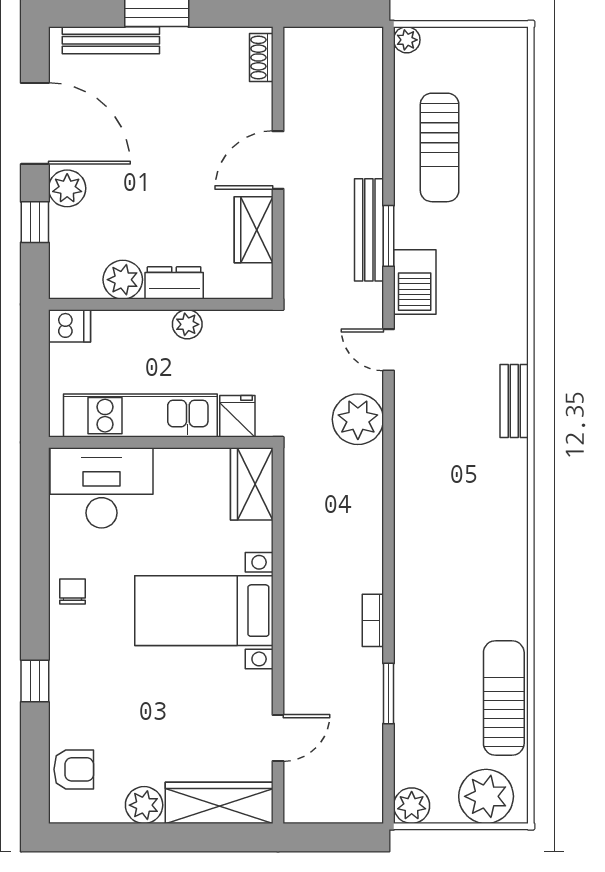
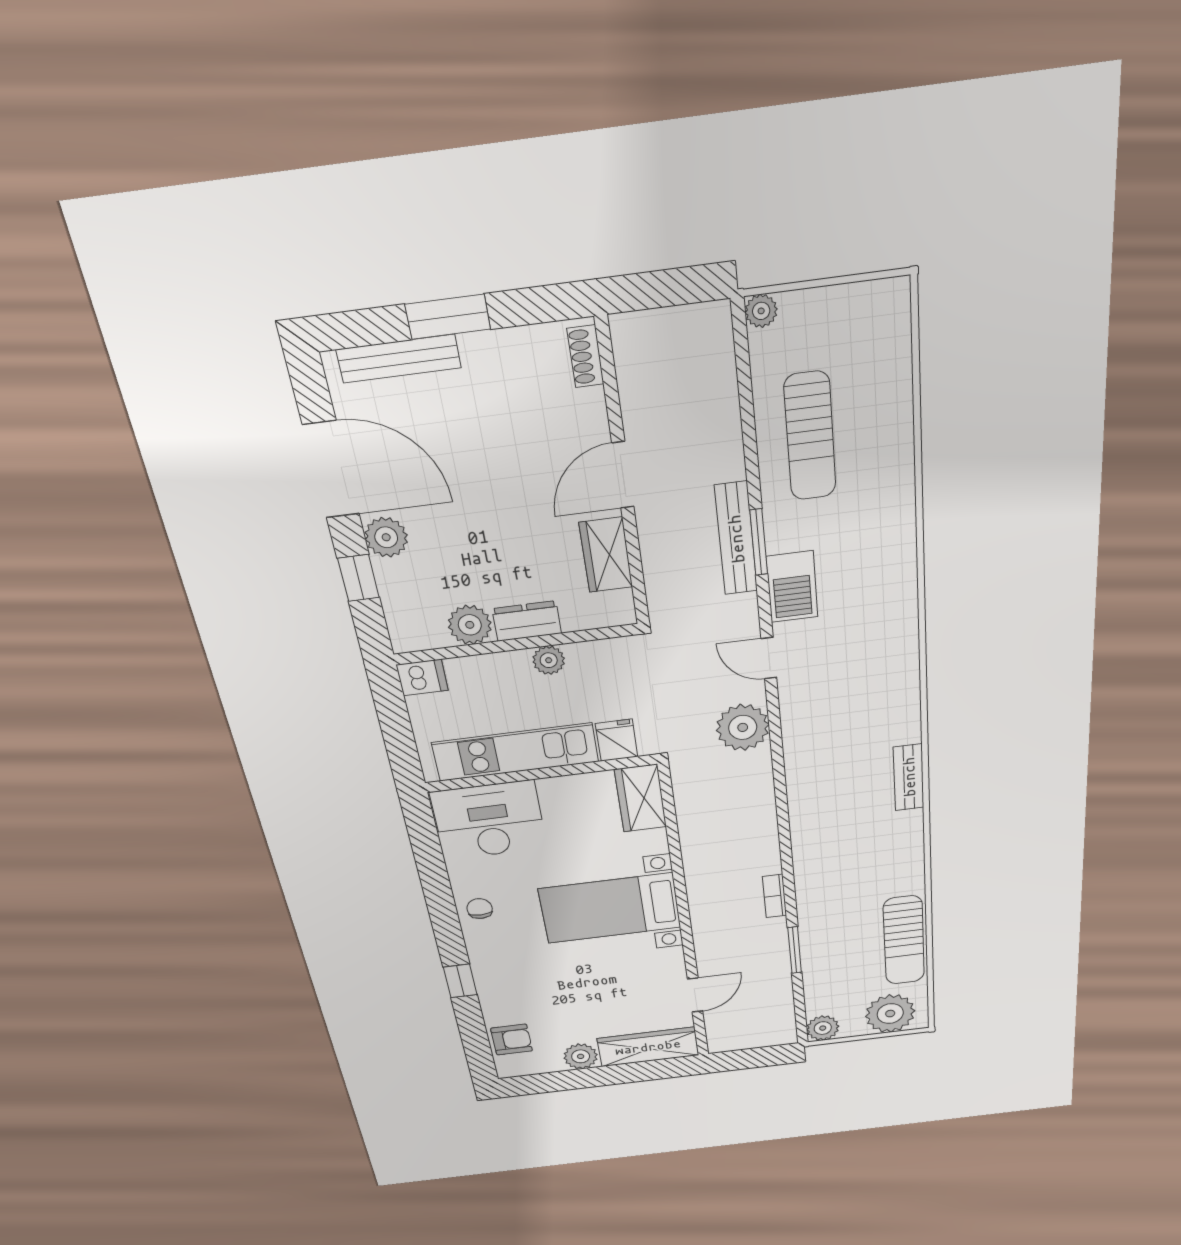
bench: (514, 401) -> (909, 777), moved
sun lounger: (504, 698) -> (904, 940), turned 180

